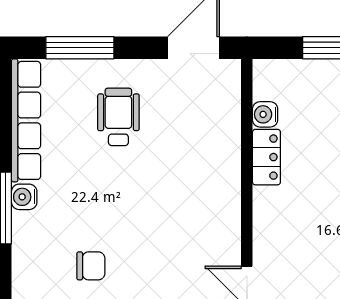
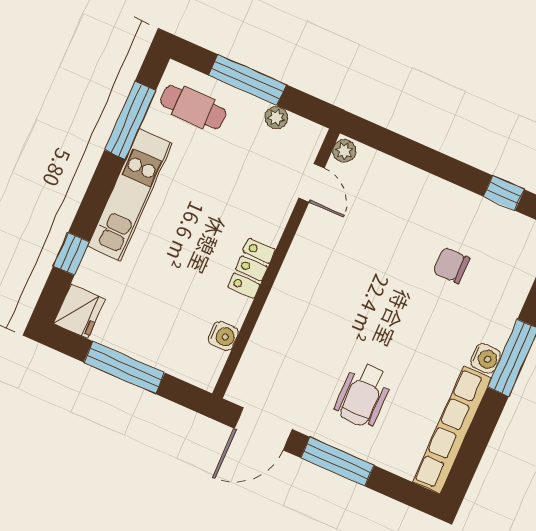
window: (80, 48) -> (337, 462), moved
locker: (266, 157) -> (252, 268), moved

